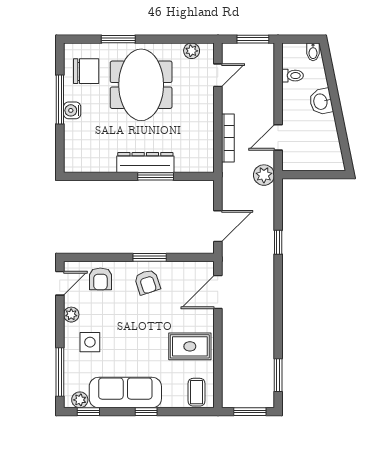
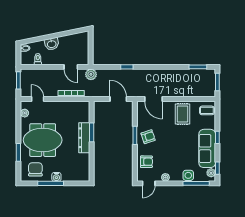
door: (60, 283) -> (149, 183), swing flipped
side table: (90, 342) -> (188, 175), moved

